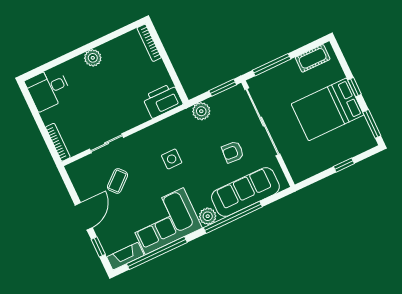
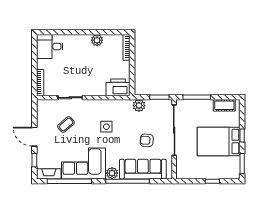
plant: (93, 58) -> (97, 40), moved
door: (84, 216) -> (34, 137), swing flipped

